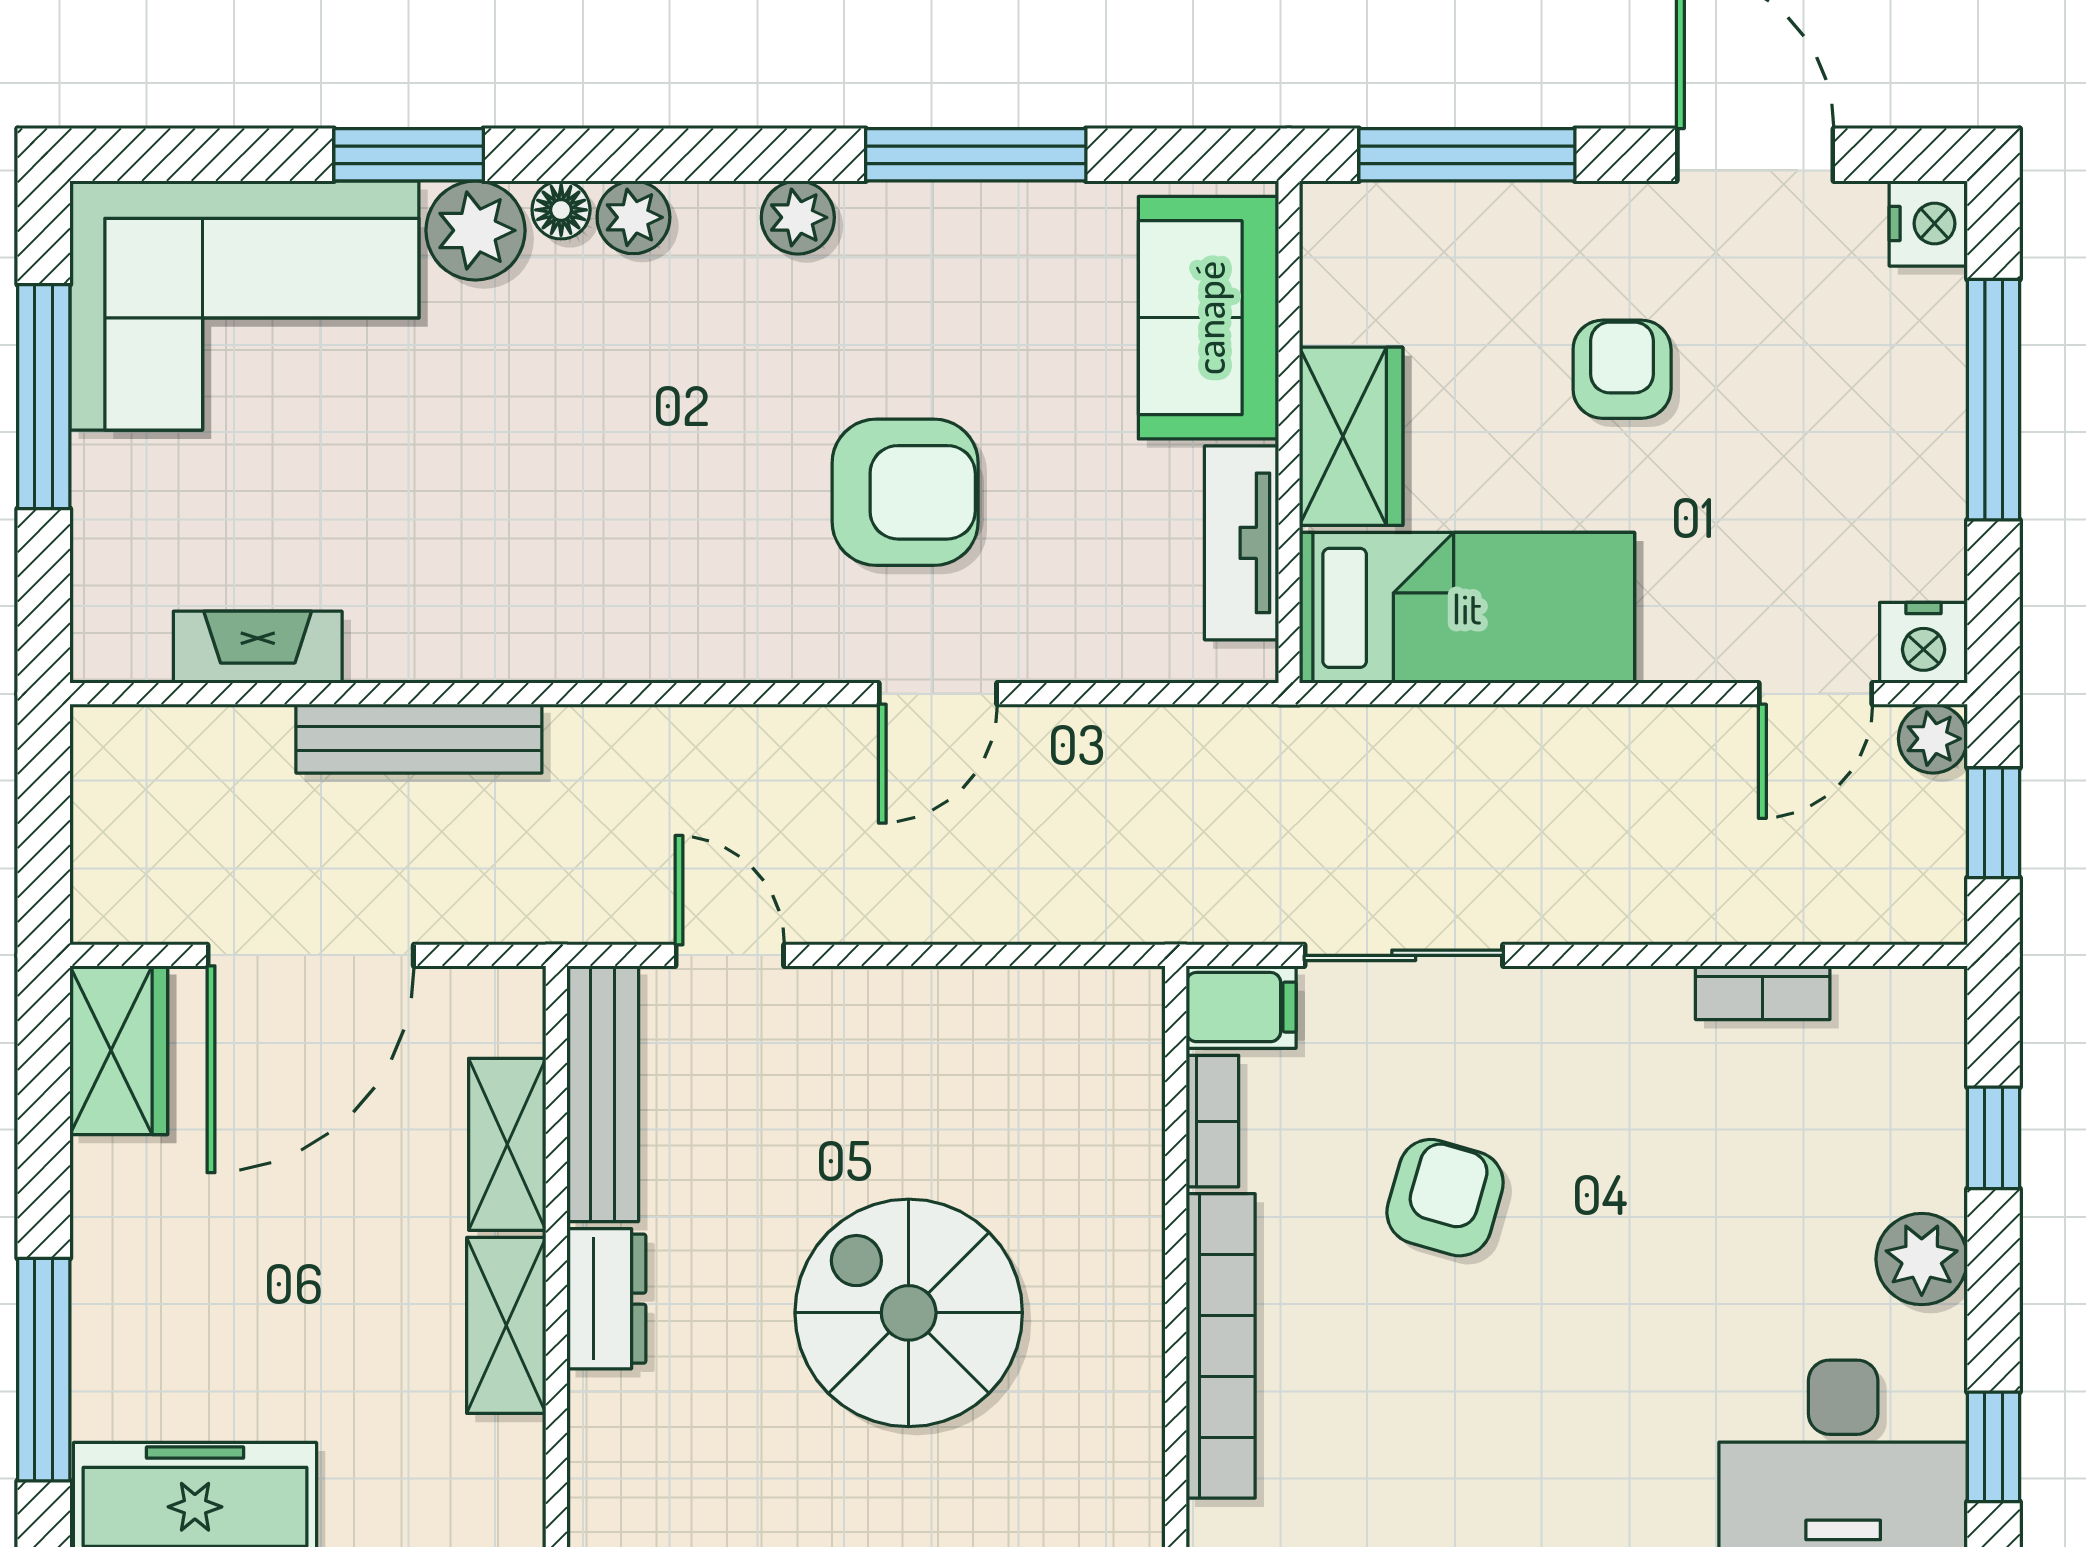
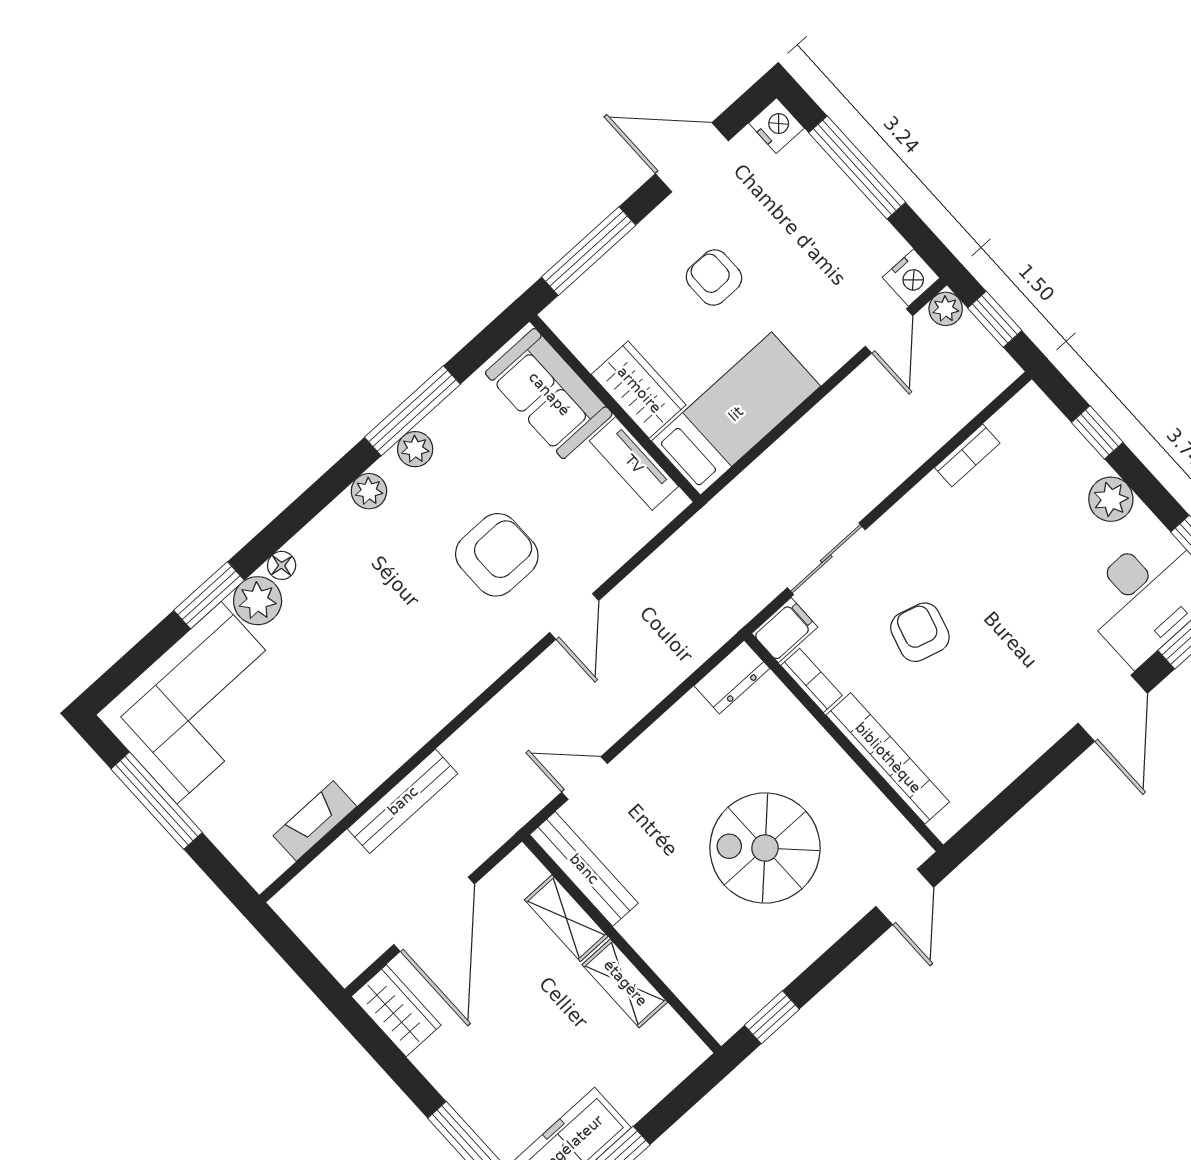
plant: (633, 217) -> (415, 449), moved
dresser: (606, 1299) -> (732, 677), moved, turned 90

